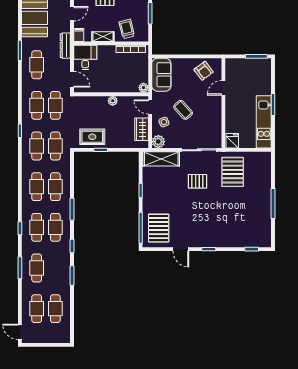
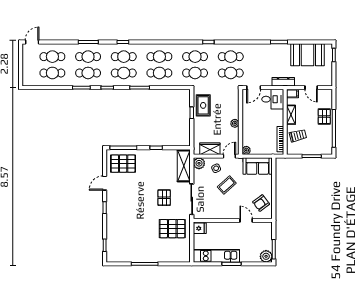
cafe table: (37, 65) -> (88, 73), moved
plant: (264, 65) -> (266, 256), added

